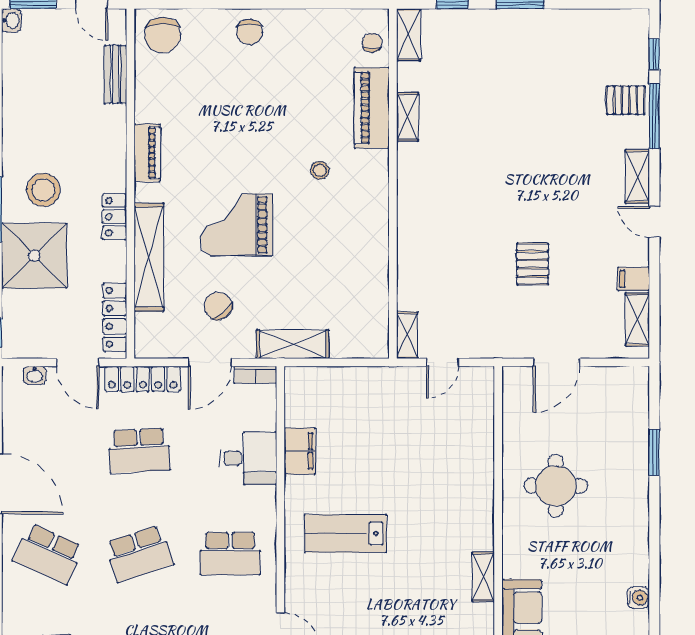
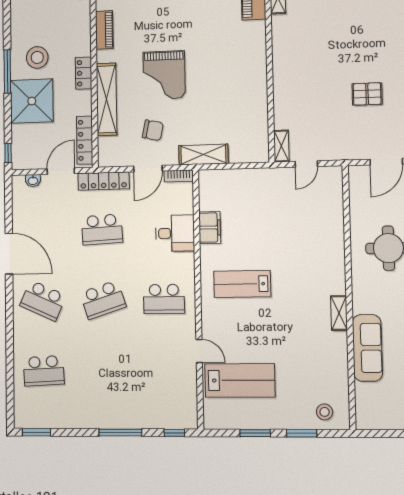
stool: (320, 170) -> (219, 36), removed
grand piano: (236, 225) -> (164, 75), turned -90
pallet: (533, 264) -> (367, 94), turned 90
chair: (218, 306) -> (153, 130), turned 139
door: (78, 362) -> (61, 171), swing flipped

